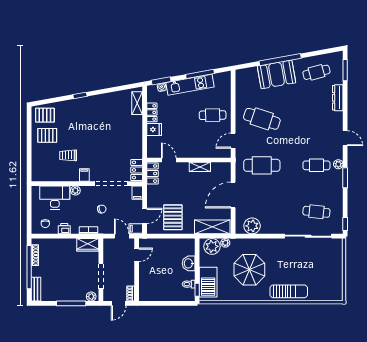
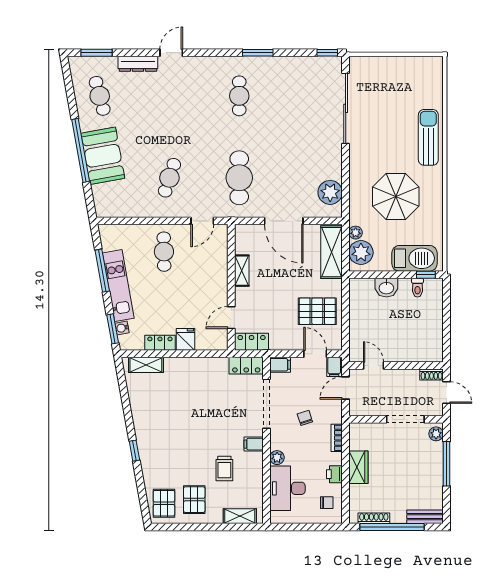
cafe table: (262, 119) -> (169, 178), width x0.73, depth x0.74
door: (345, 138) -> (171, 53), moved
door: (233, 141) -> (202, 221), hinge flipped
plant: (338, 164) -> (238, 63), removed
shelving: (36, 166) -> (240, 516), added
cafe table: (316, 212) -> (309, 96), removed
wardrobe: (88, 245) -> (358, 467), moved

